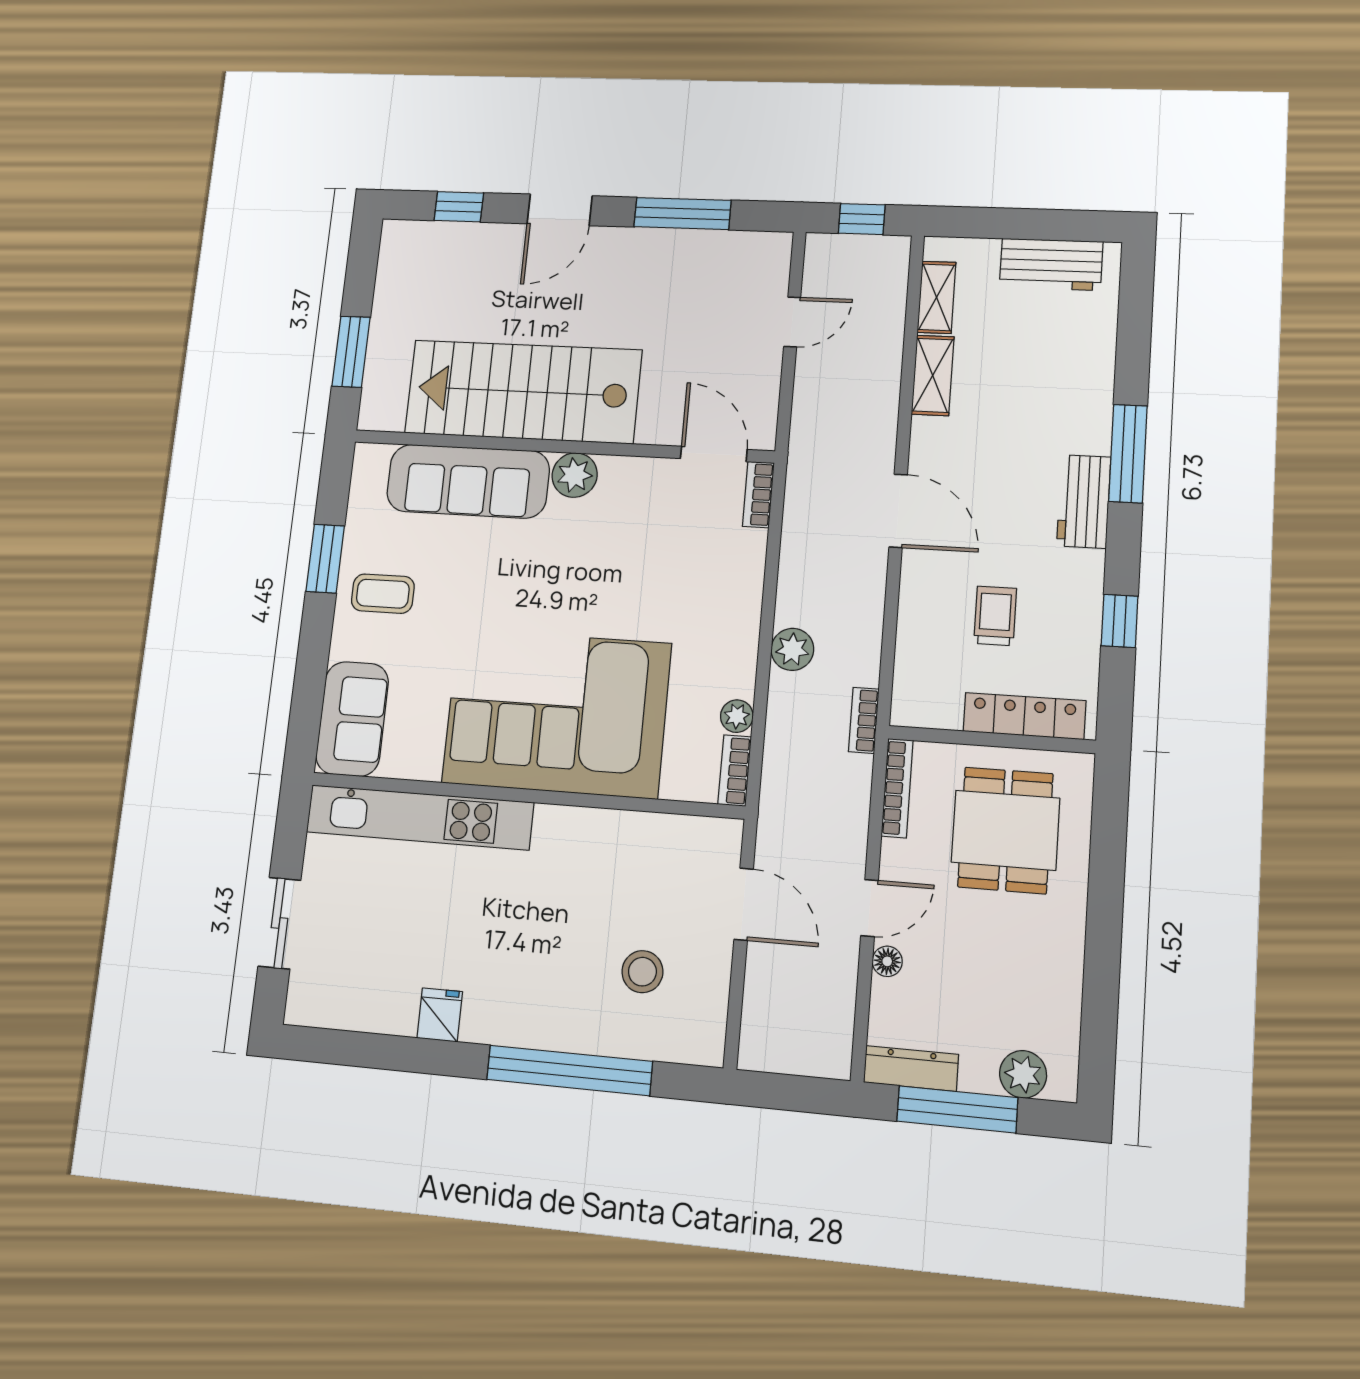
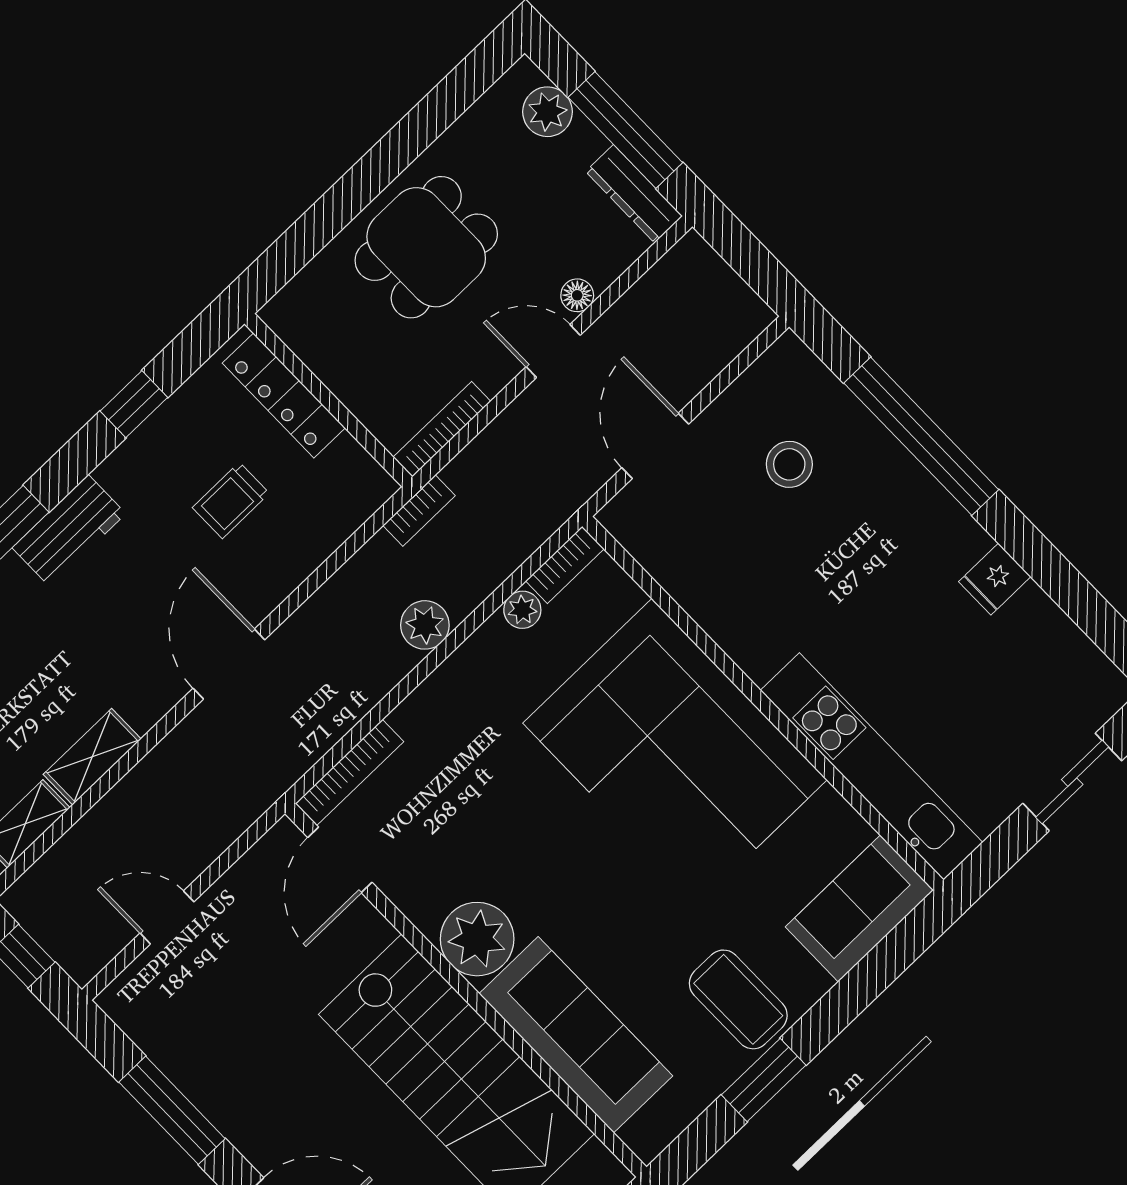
plant: (575, 475) -> (477, 939), width x1.36, depth x1.36
bookcase: (758, 495) -> (349, 772), width x1.56
coffee table: (383, 594) -> (738, 999), width x1.36, depth x1.30
dining table: (1005, 830) -> (426, 247), moved

